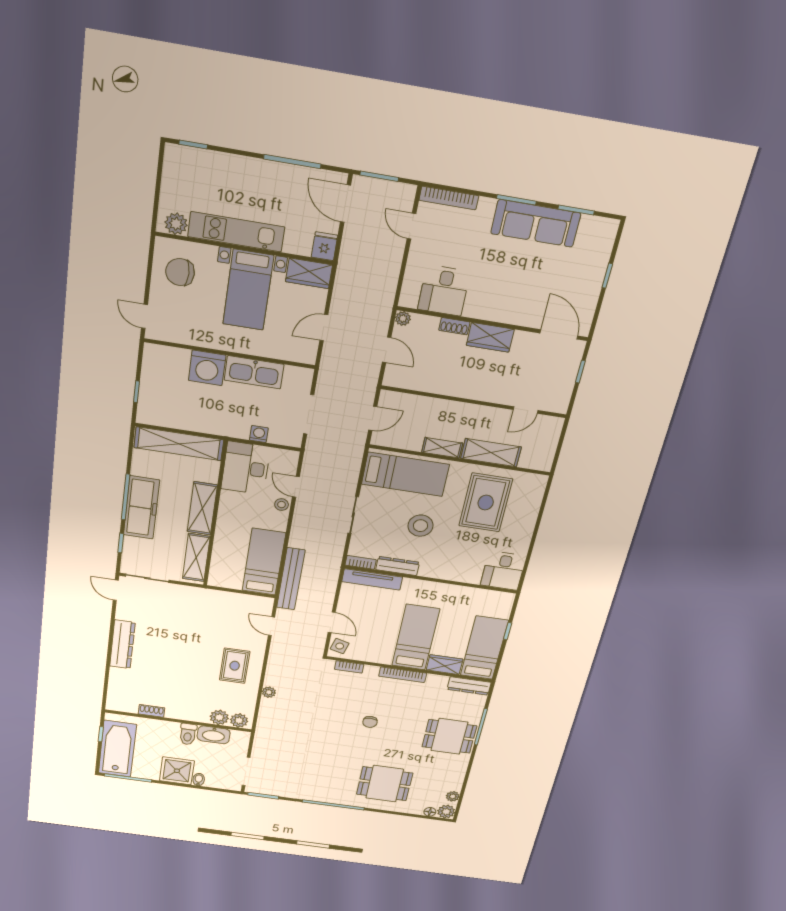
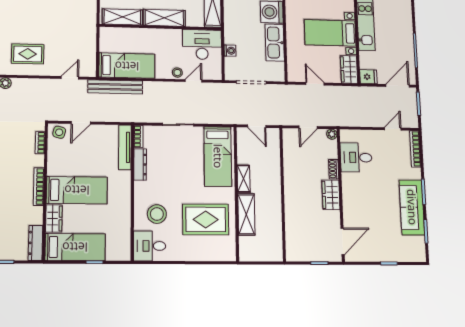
door: (526, 410) -> (284, 232), removed
stool: (420, 526) -> (157, 214), moved

